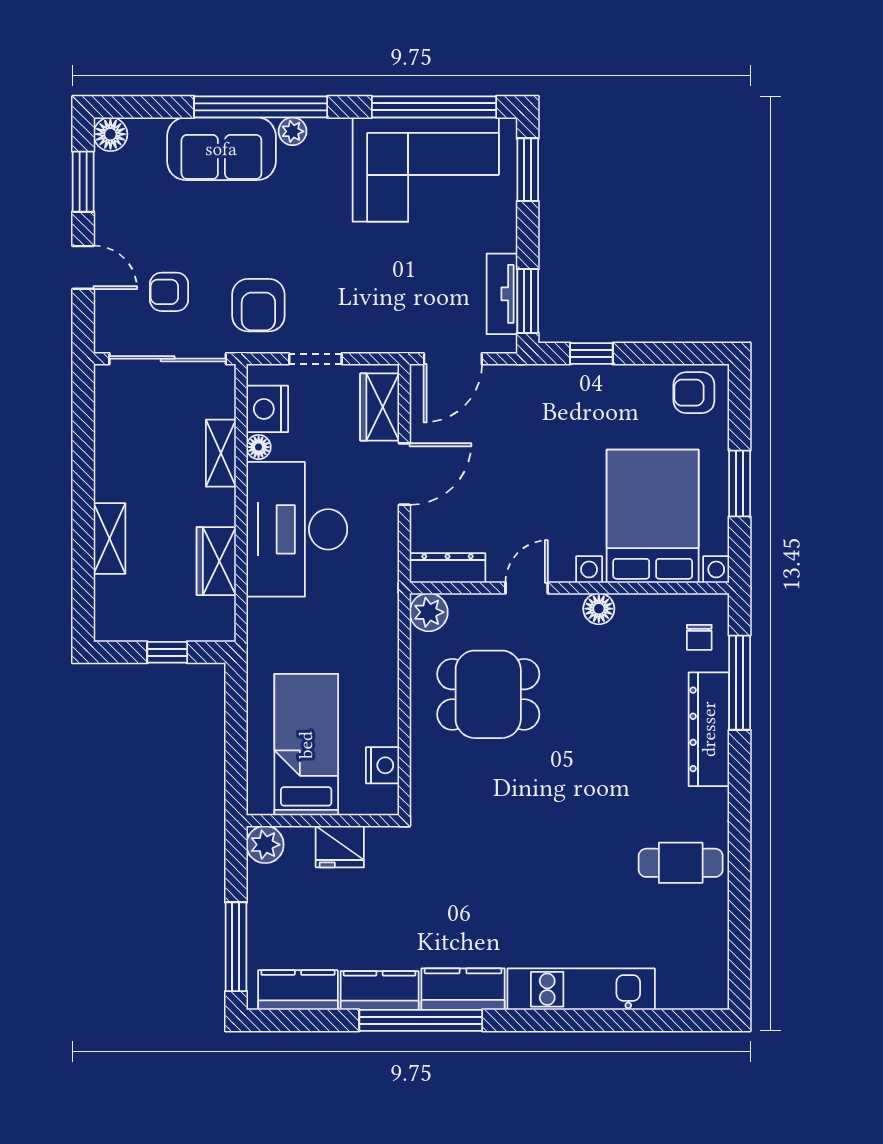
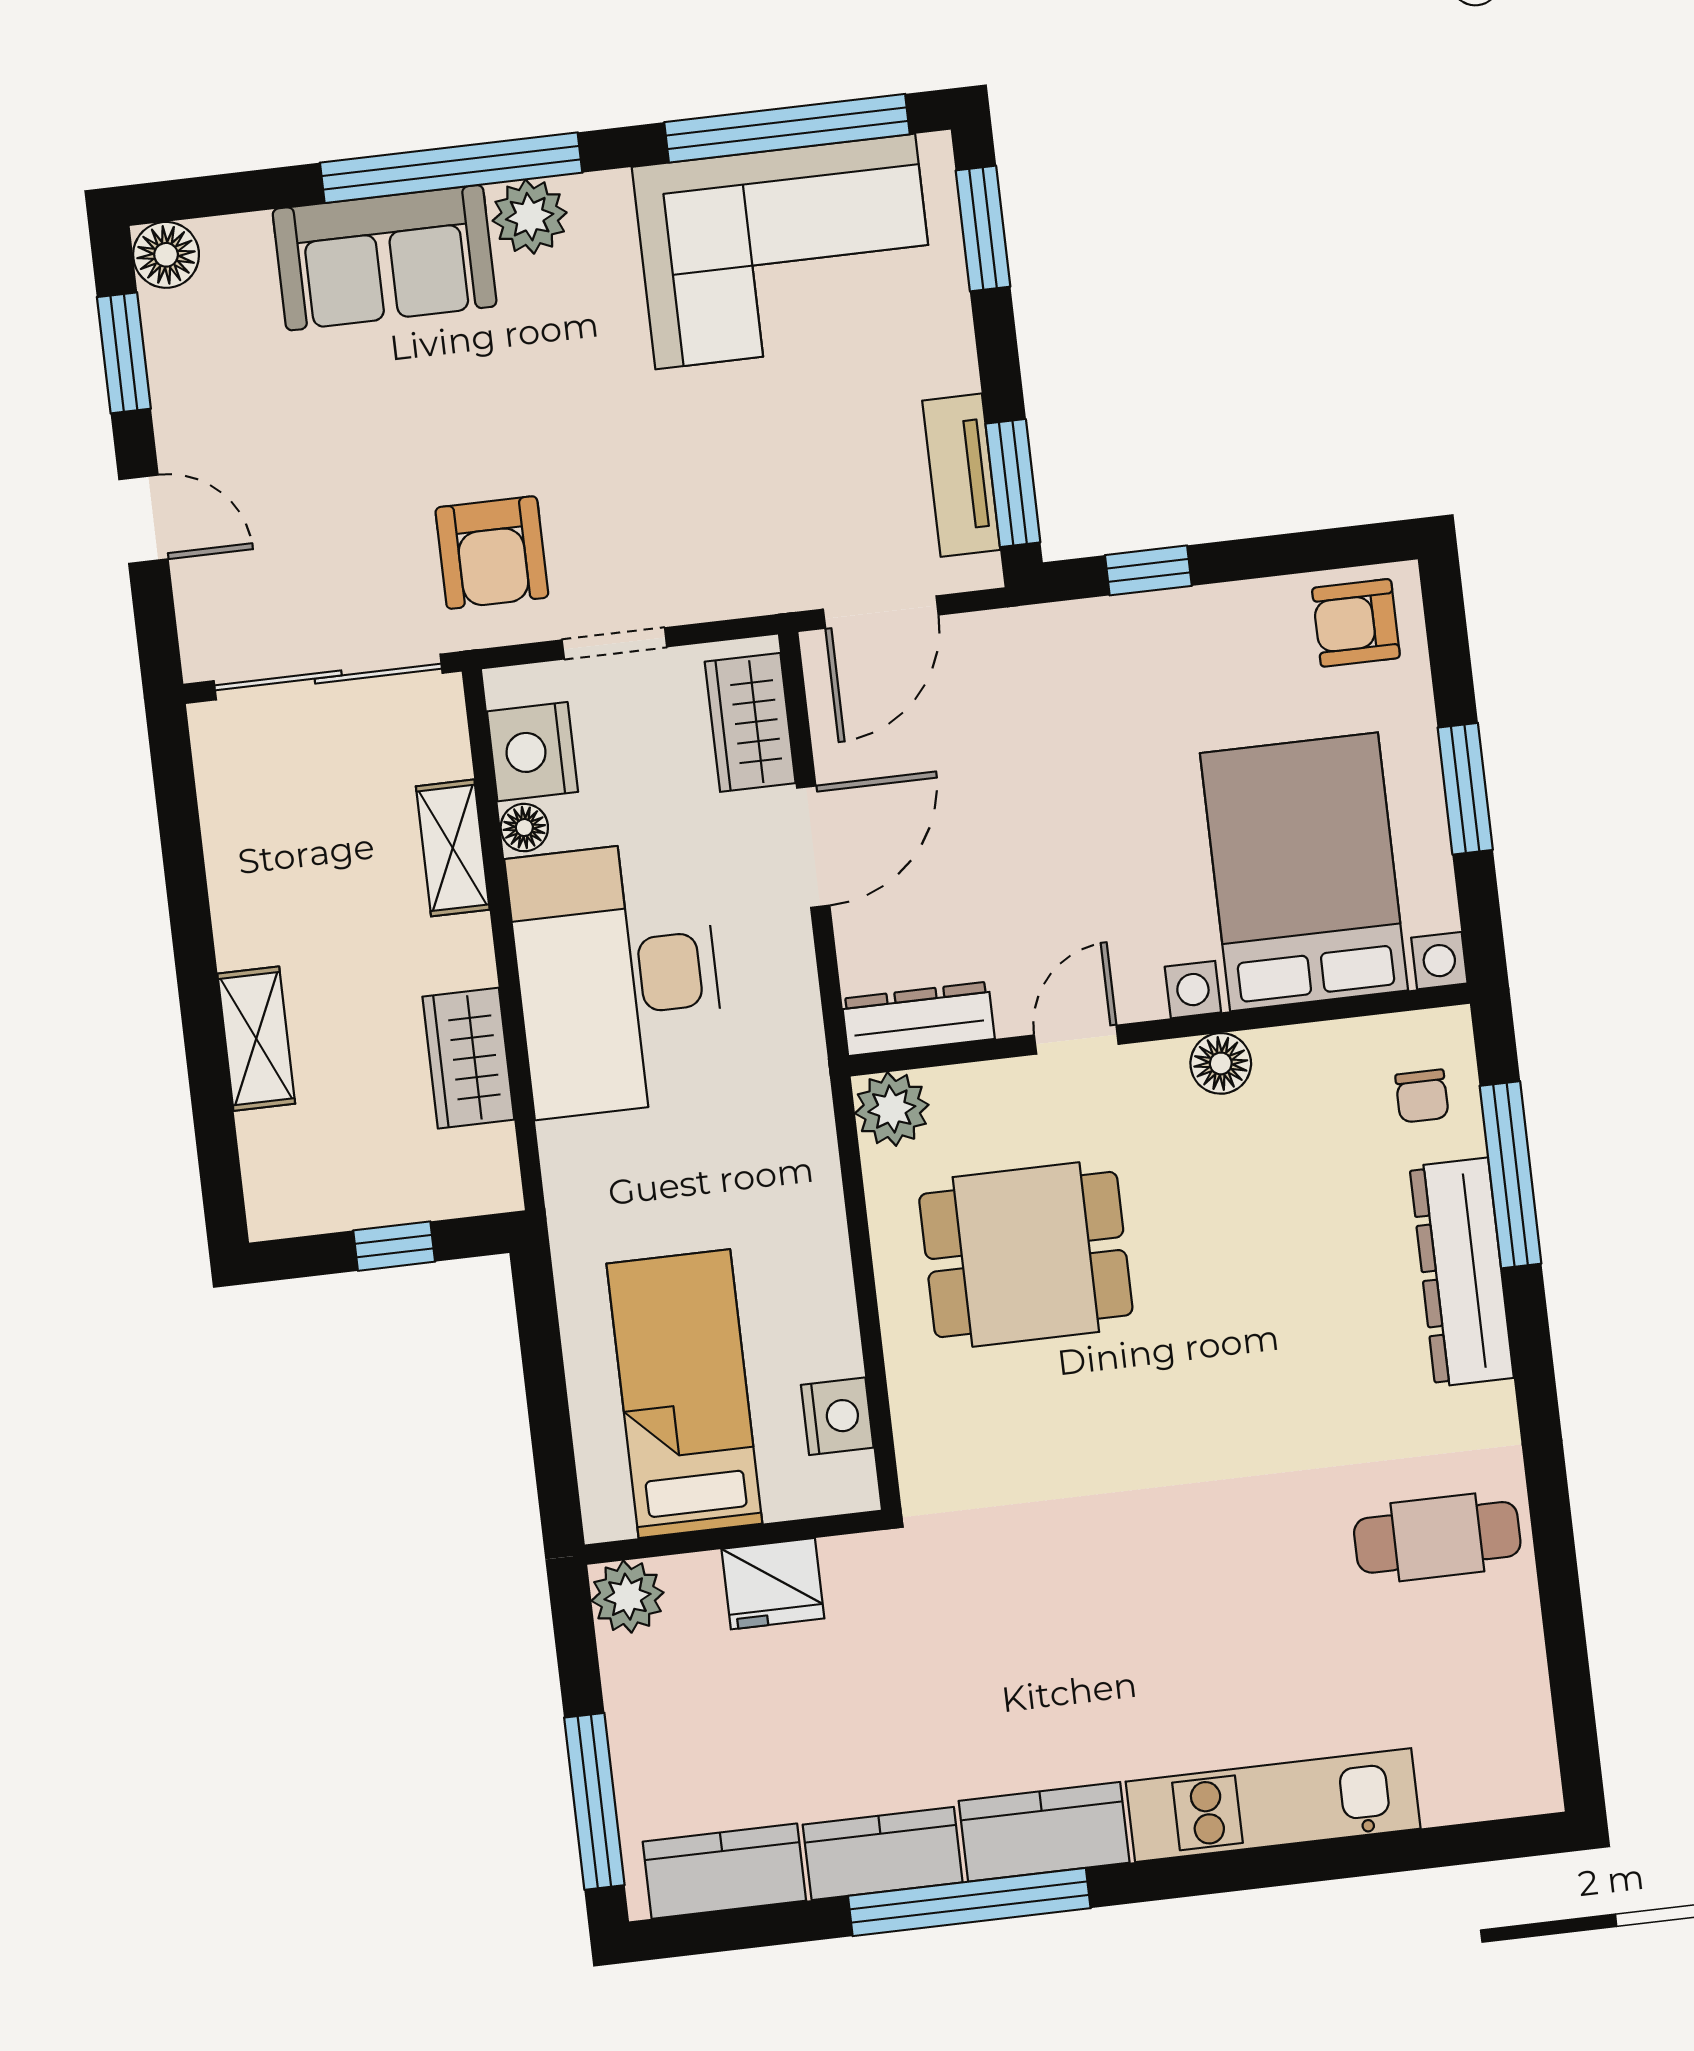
plant: (293, 131) -> (530, 217), width x1.38, depth x1.38
armchair: (169, 292) -> (315, 547), removed

